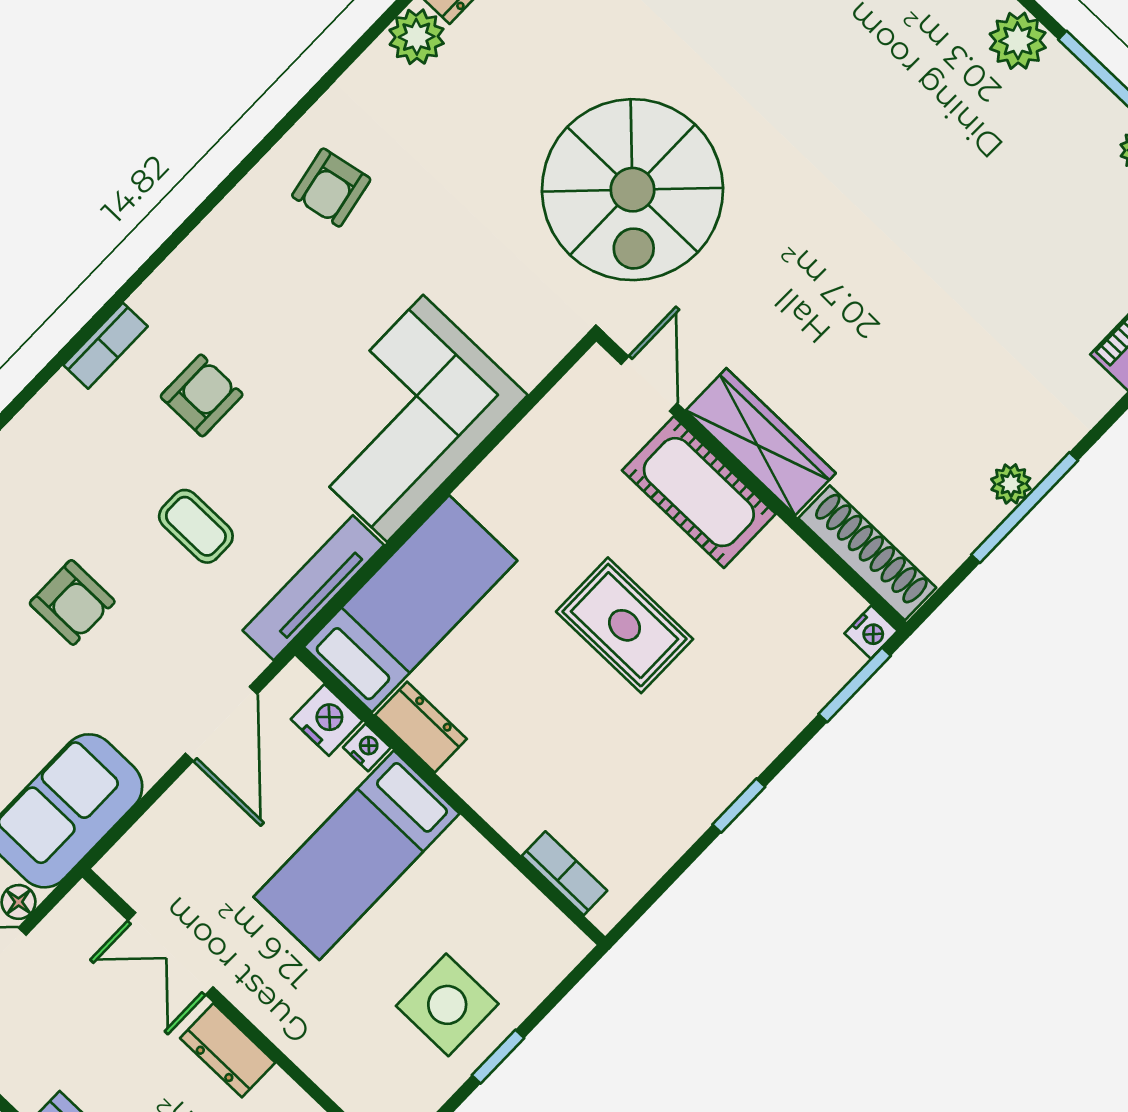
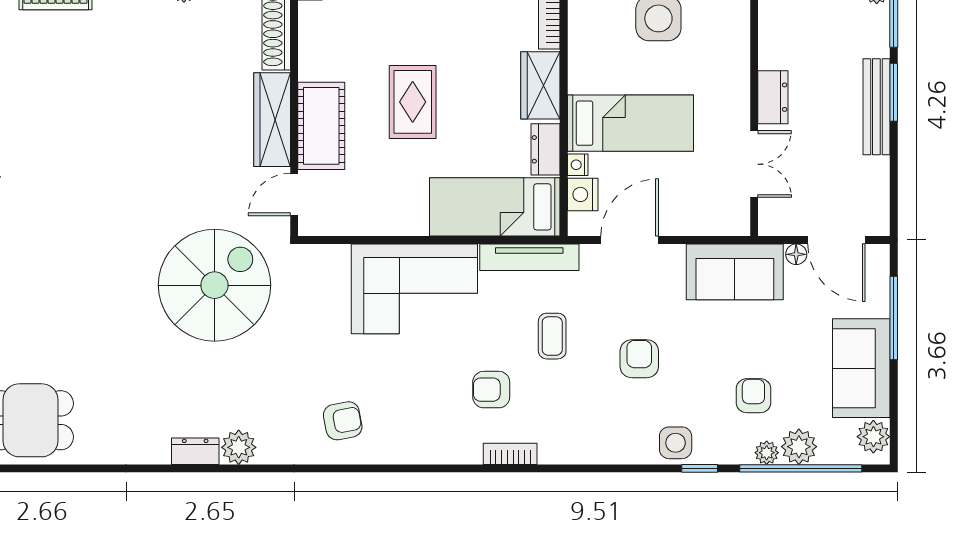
wardrobe: (501, 792) -> (540, 85), added

